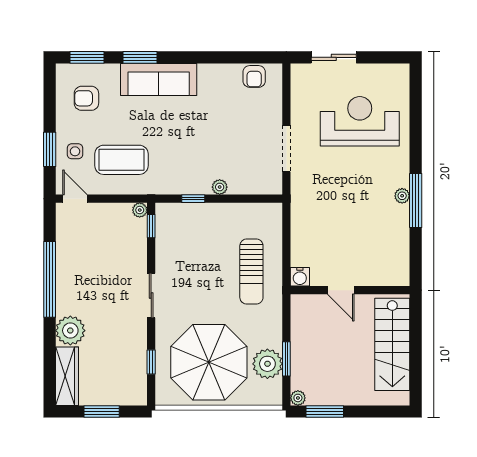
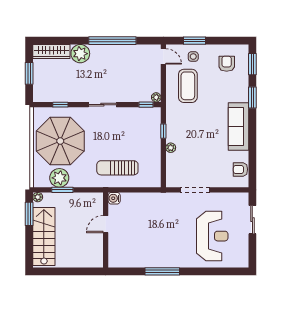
sofa: (159, 80) -> (238, 127), moved
plant: (402, 196) -> (165, 263), removed
door: (75, 199) -> (163, 56), hinge flipped
stairs: (392, 344) -> (44, 237), moved, turned 90

